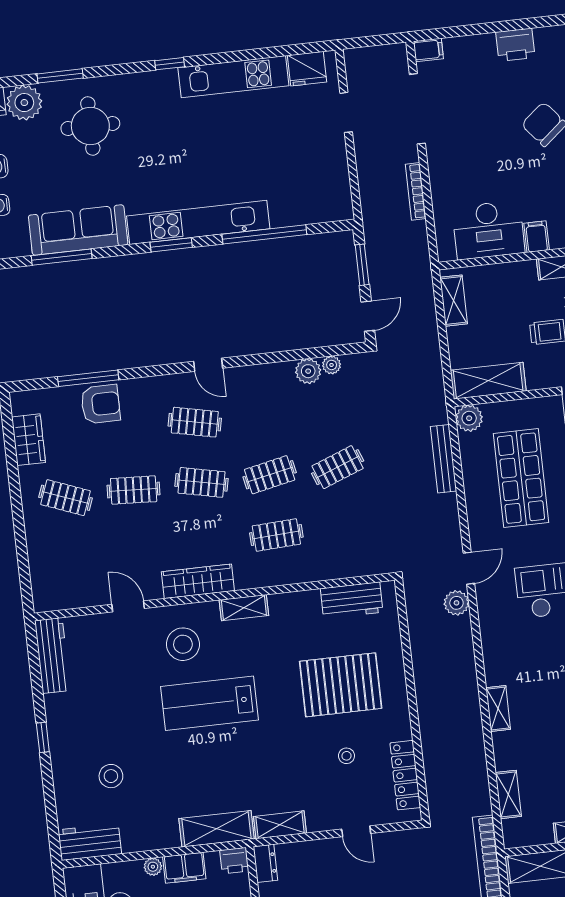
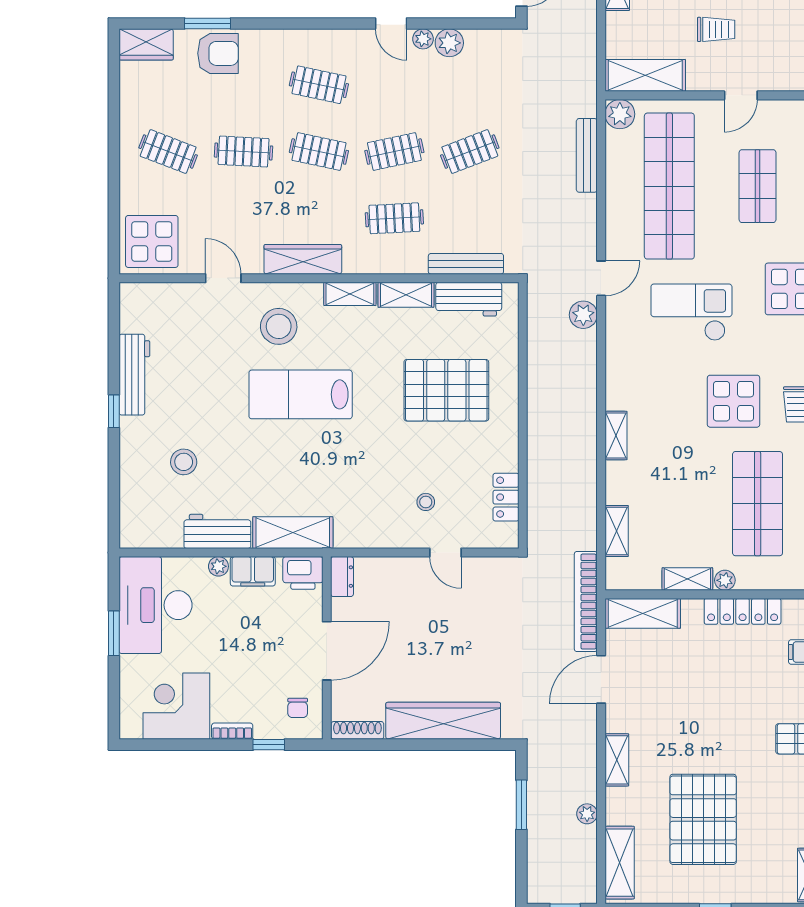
door: (208, 365) -> (391, 24), moved
plant: (332, 365) -> (423, 39), moved
window: (88, 378) -> (208, 24), width x0.69
wardrobe: (29, 440) -> (146, 44), moved, turned 90
shop shelf: (521, 478) -> (669, 186), width x1.40
bench: (345, 569) -> (466, 264), added
display table: (60, 580) -> (152, 241), added
workbench: (52, 655) -> (134, 375), moved
stool: (346, 756) -> (426, 502), moved
locker: (405, 775) -> (506, 497), width x0.66
shelving: (280, 825) -> (406, 295), moved
workbench: (90, 842) -> (217, 531), moved
printer: (234, 861) -> (303, 573), width x1.36, depth x1.24

